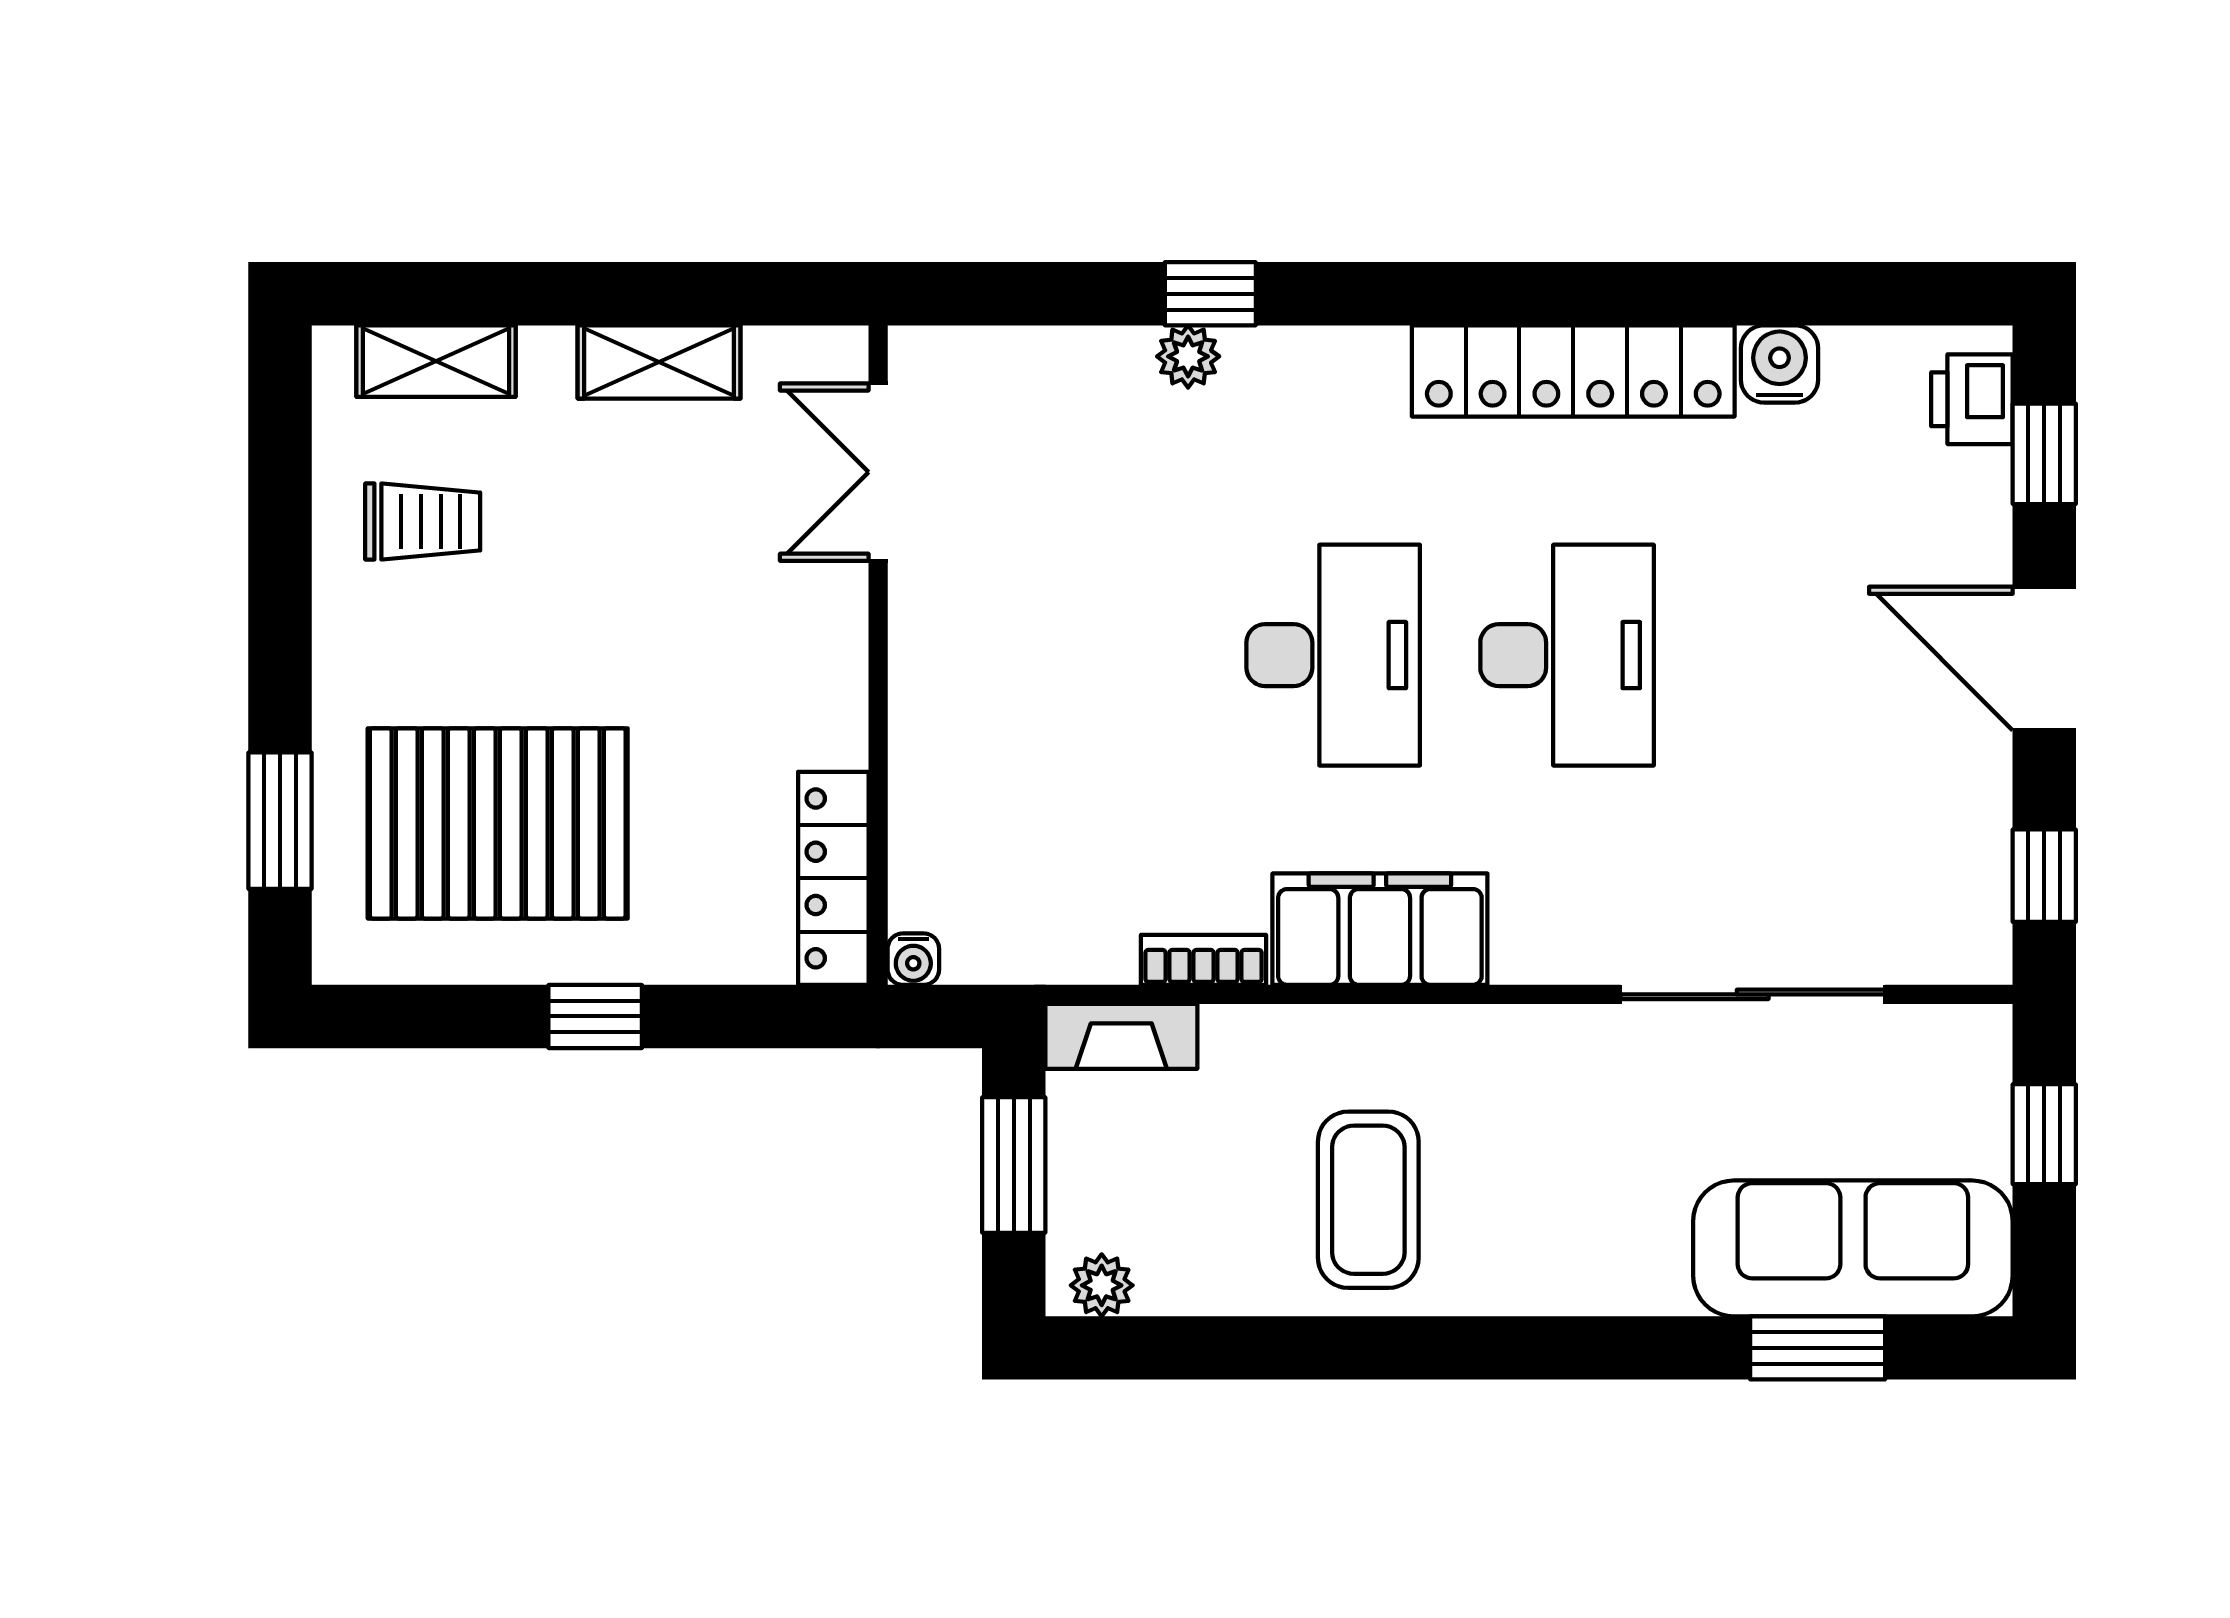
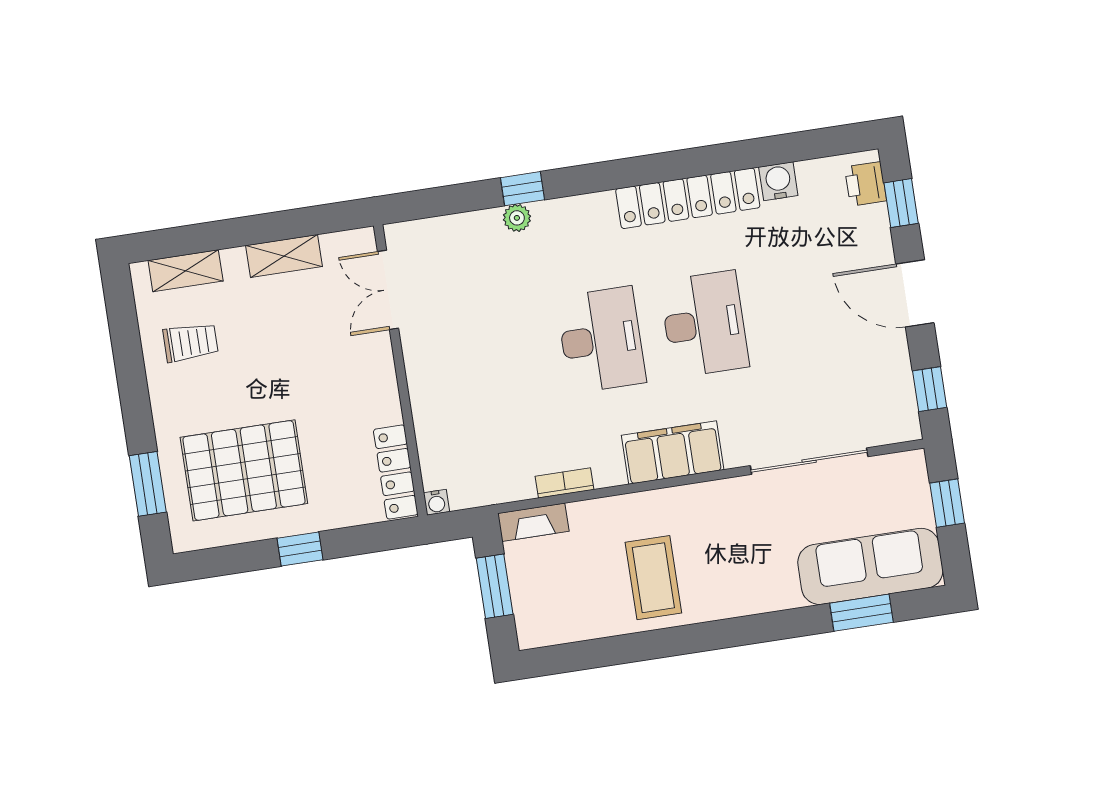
filing cabinet: (1380, 929) -> (673, 453), moved
plant: (1102, 1285) -> (542, 633), removed

